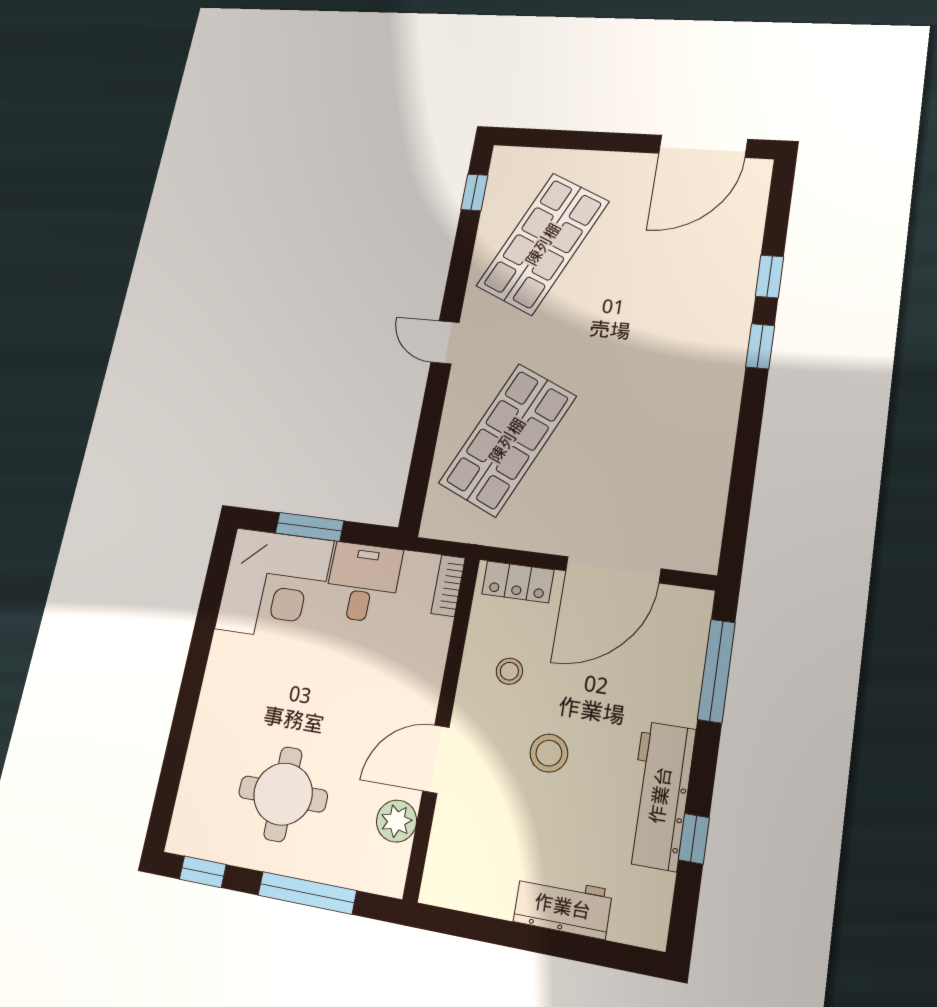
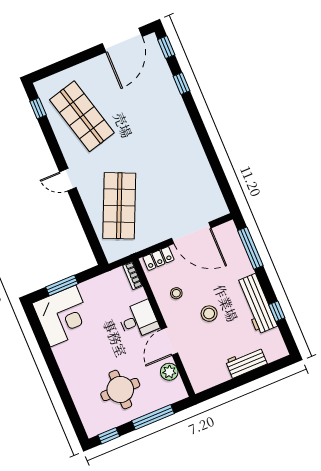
shop shelf: (543, 244) -> (82, 116), turned -39
window: (760, 346) -> (166, 47), moved
door: (613, 570) -> (191, 233), hinge flipped
desk: (363, 582) -> (138, 320), moved, turned 90

